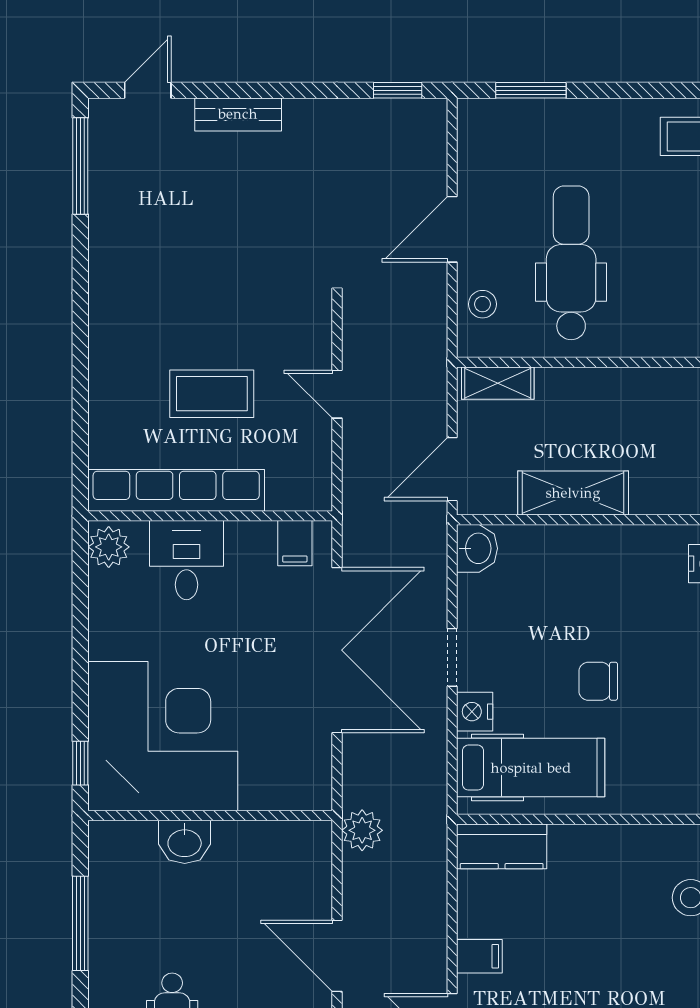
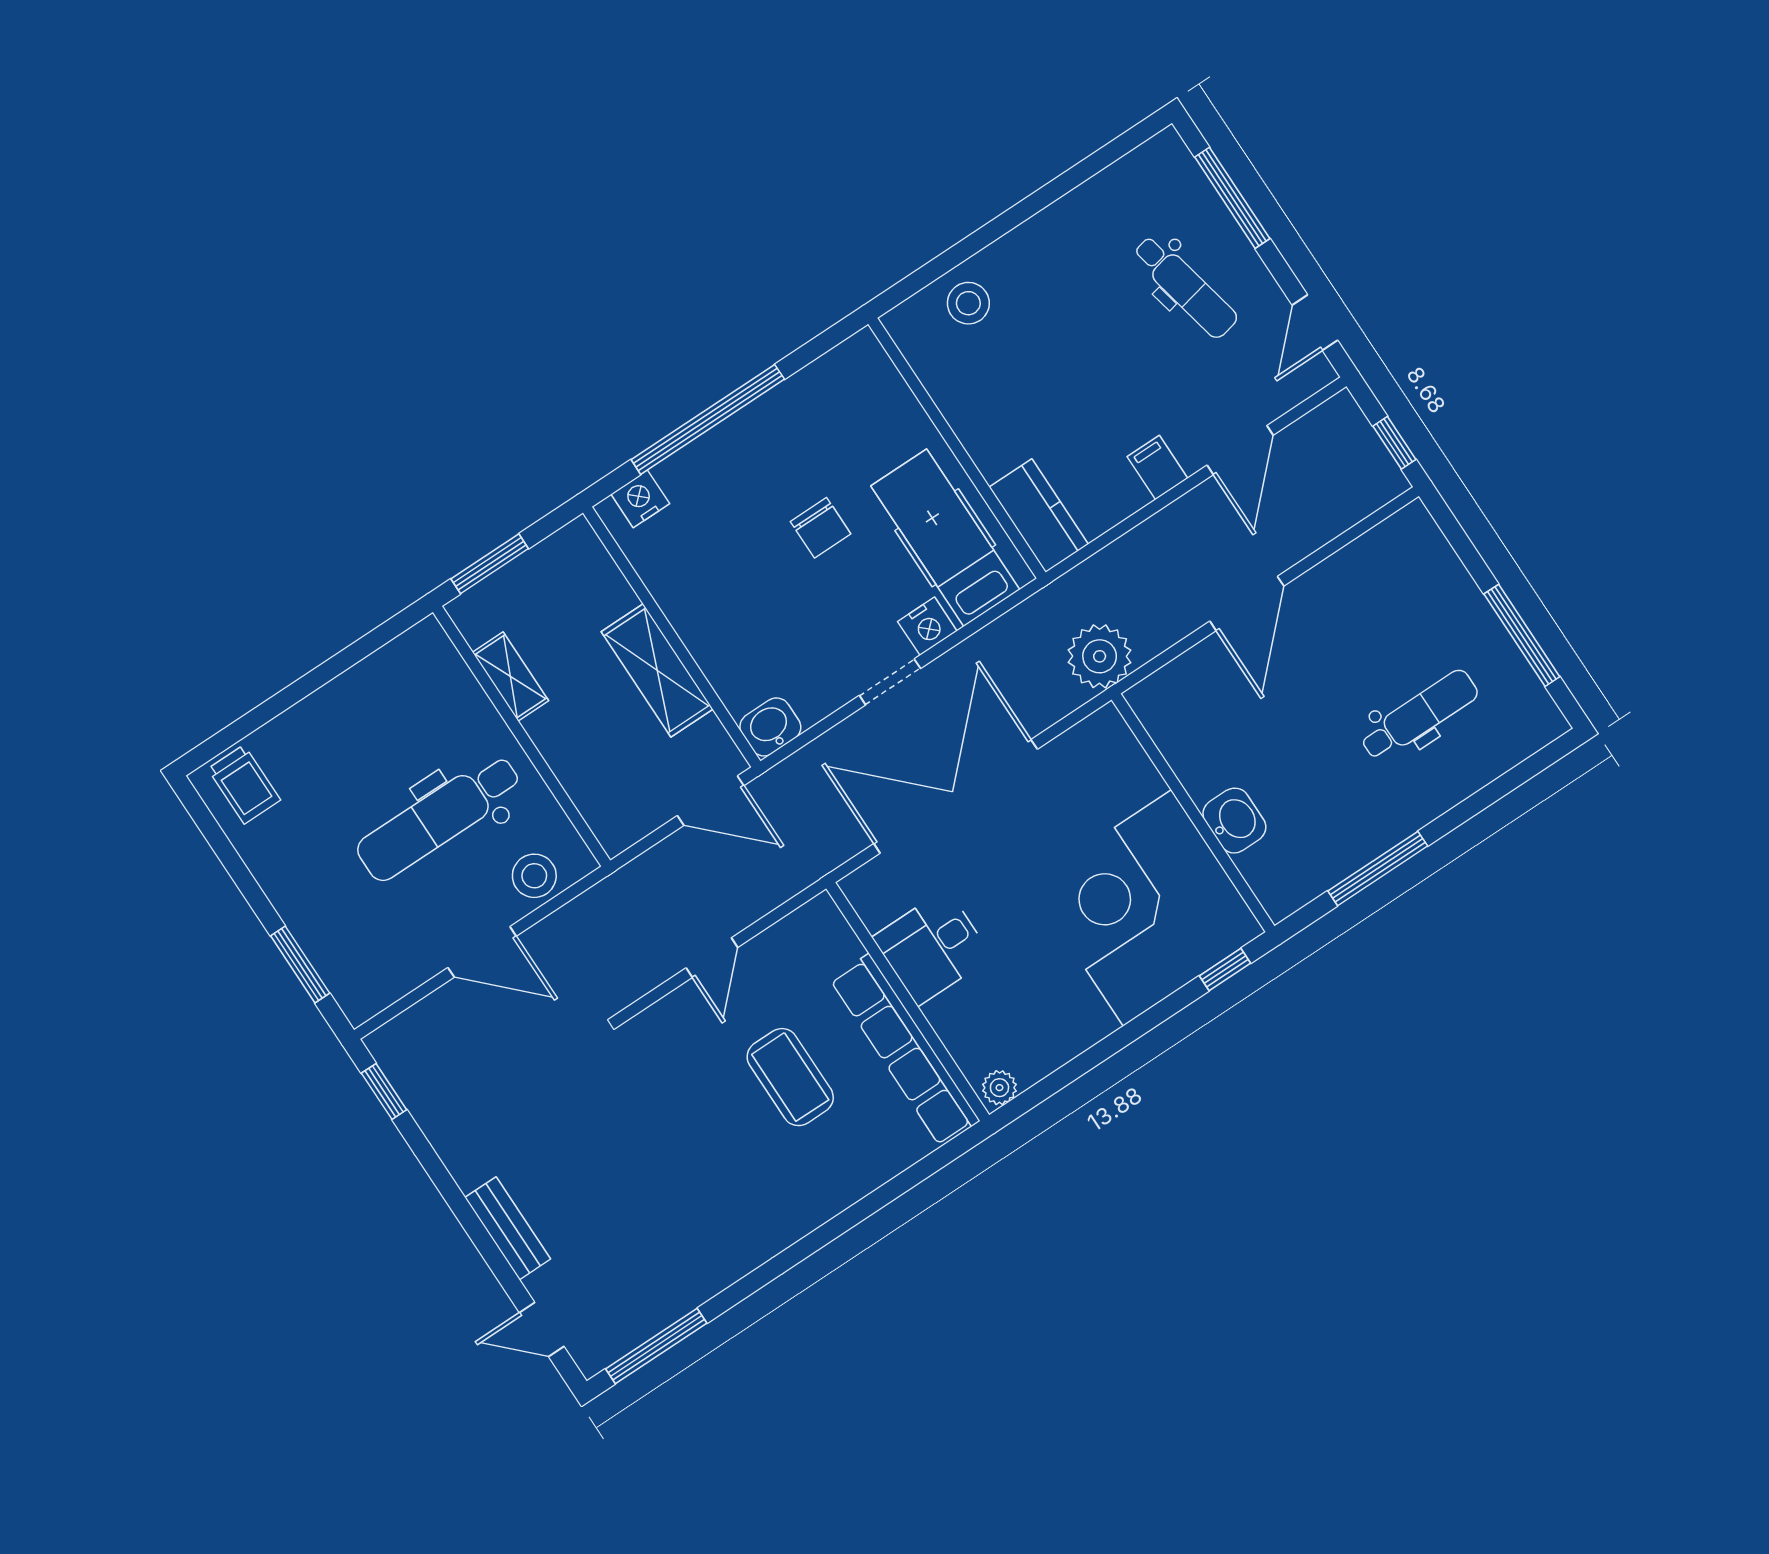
stool: (482, 304) -> (534, 876), width x1.37, depth x1.37
shelving: (498, 383) -> (510, 676), moved
filing cabinet: (295, 543) -> (880, 904), removed
plant: (109, 547) -> (999, 1088), width x0.73, depth x0.73
desk: (186, 560) -> (932, 947), moved
plant: (362, 830) -> (1100, 656), width x1.36, depth x1.36

